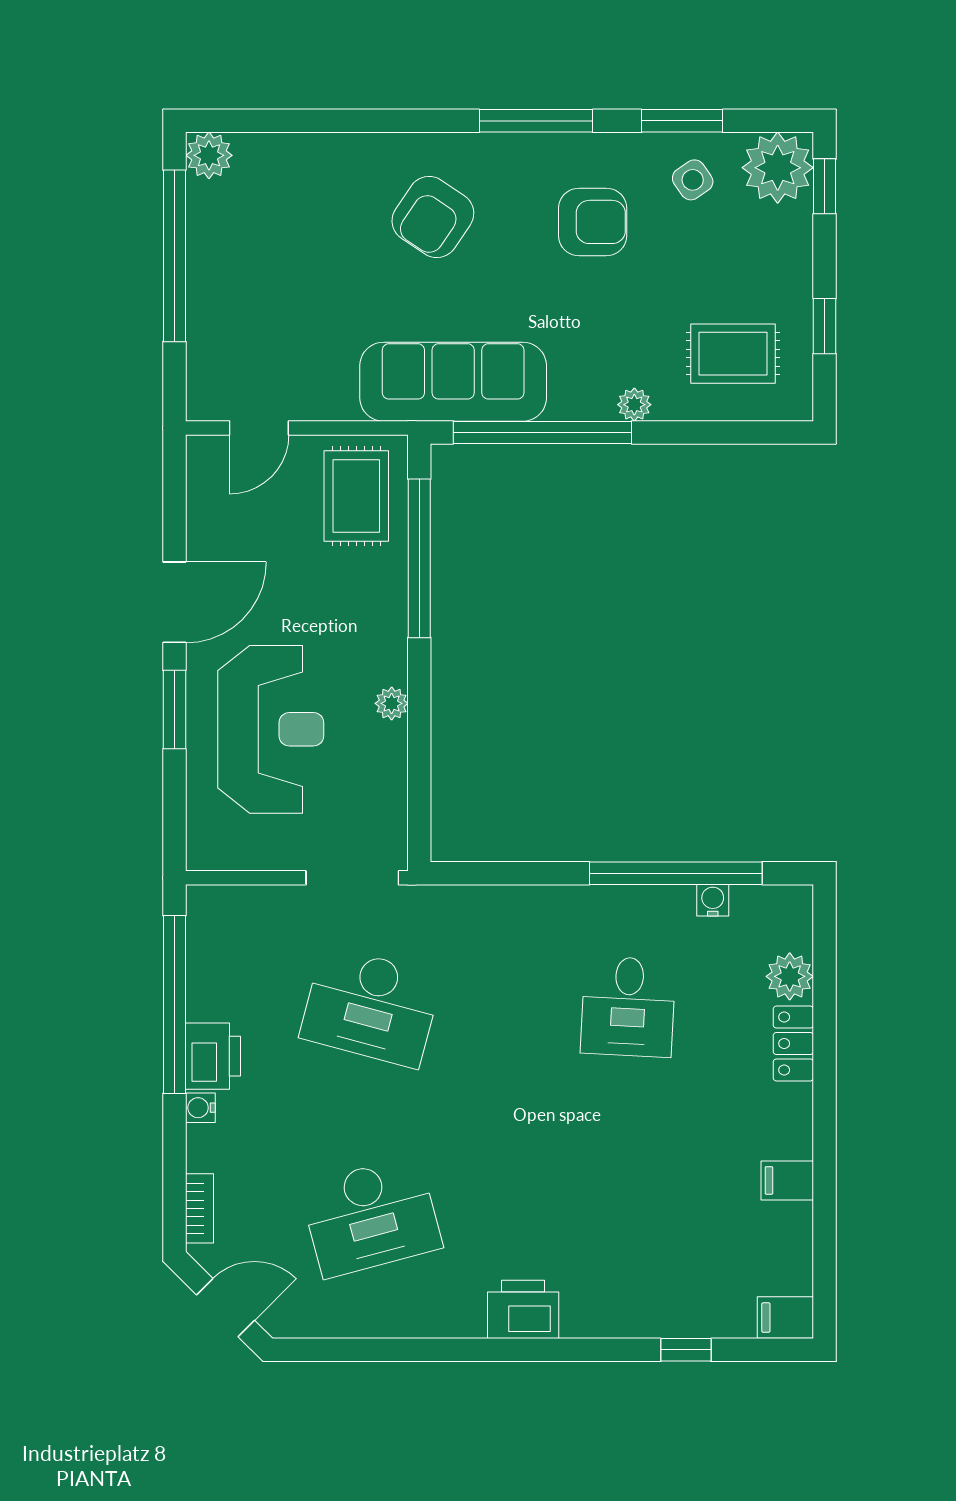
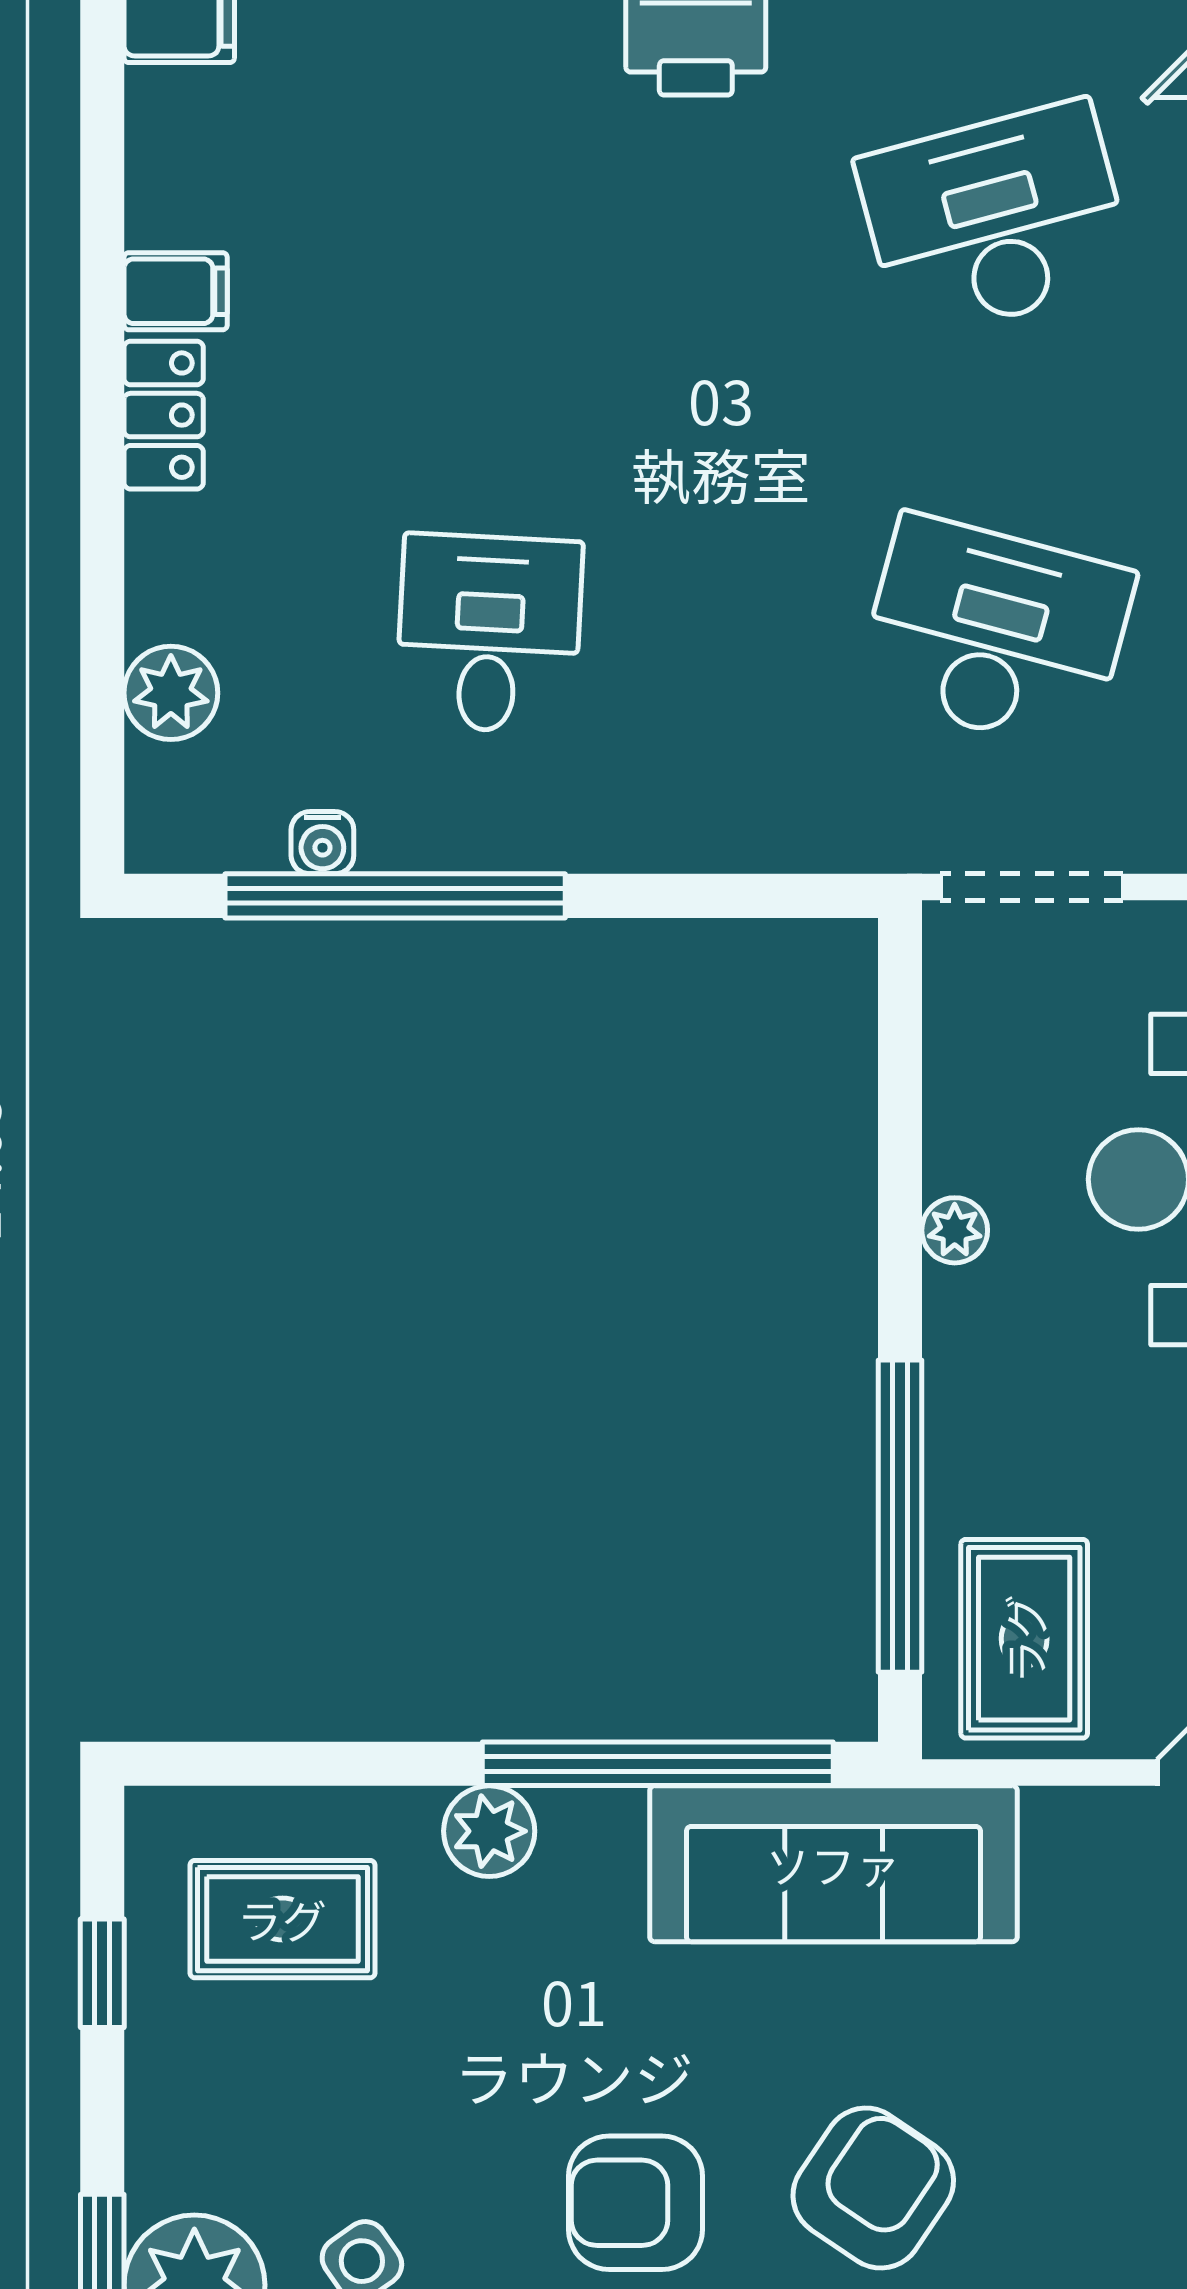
armchair: (593, 222) -> (636, 2203), moved
plant: (634, 405) -> (489, 1831), width x1.38, depth x1.38
locker: (793, 1044) -> (164, 415), moved

